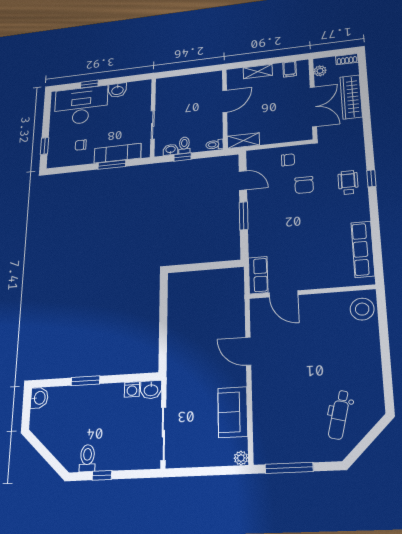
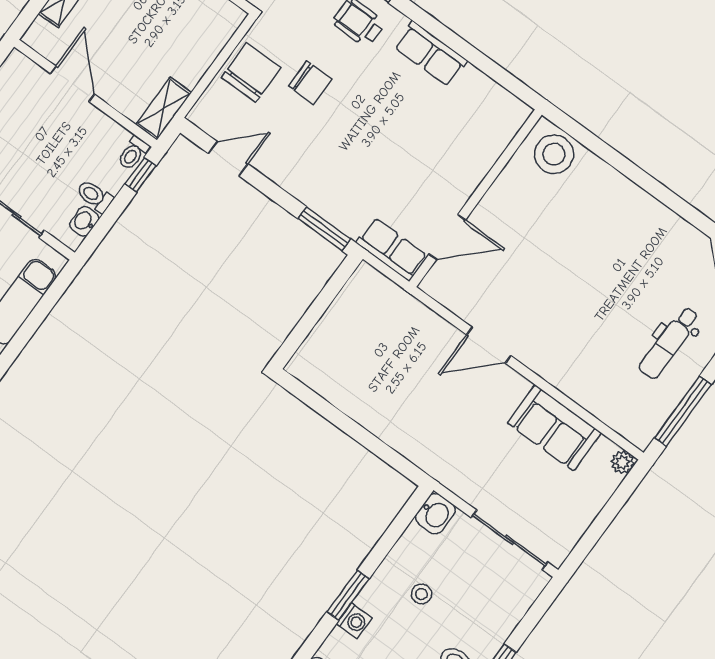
window: (183, 157) -> (140, 175), moved
chair: (288, 160) -> (251, 73), width x1.87, depth x1.87
window: (112, 165) -> (32, 324), removed
window: (244, 216) -> (324, 229), moved
row of seats: (363, 249) -> (431, 54), moved, width x0.68
washing machine: (132, 389) -> (354, 621), moved
stool: (109, 413) -> (422, 594), added
dental chair: (339, 415) -> (669, 343), moved, turned 76

